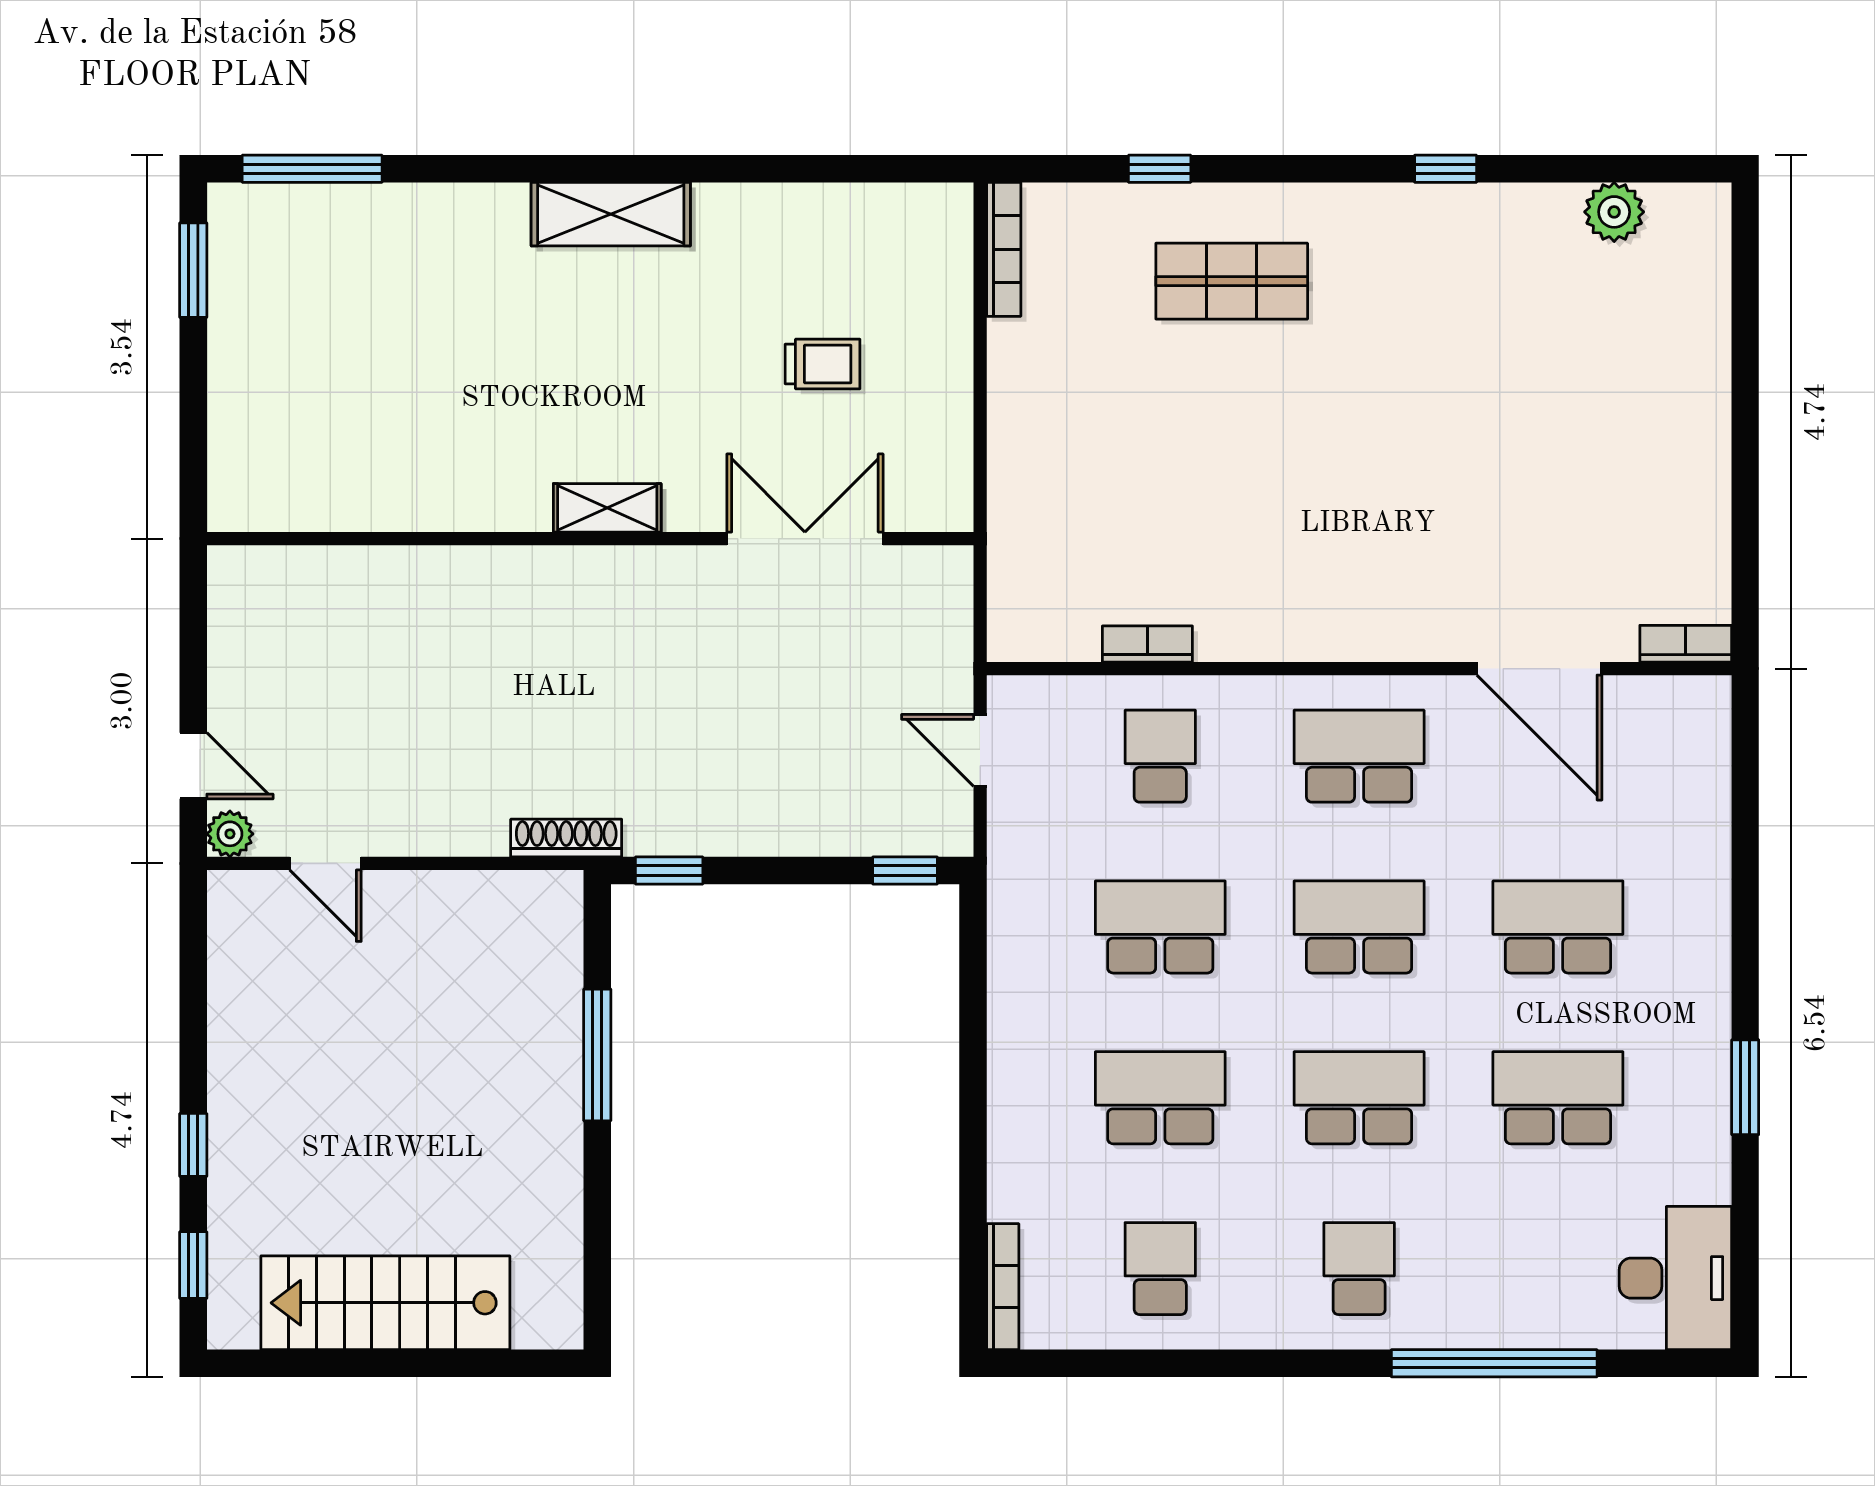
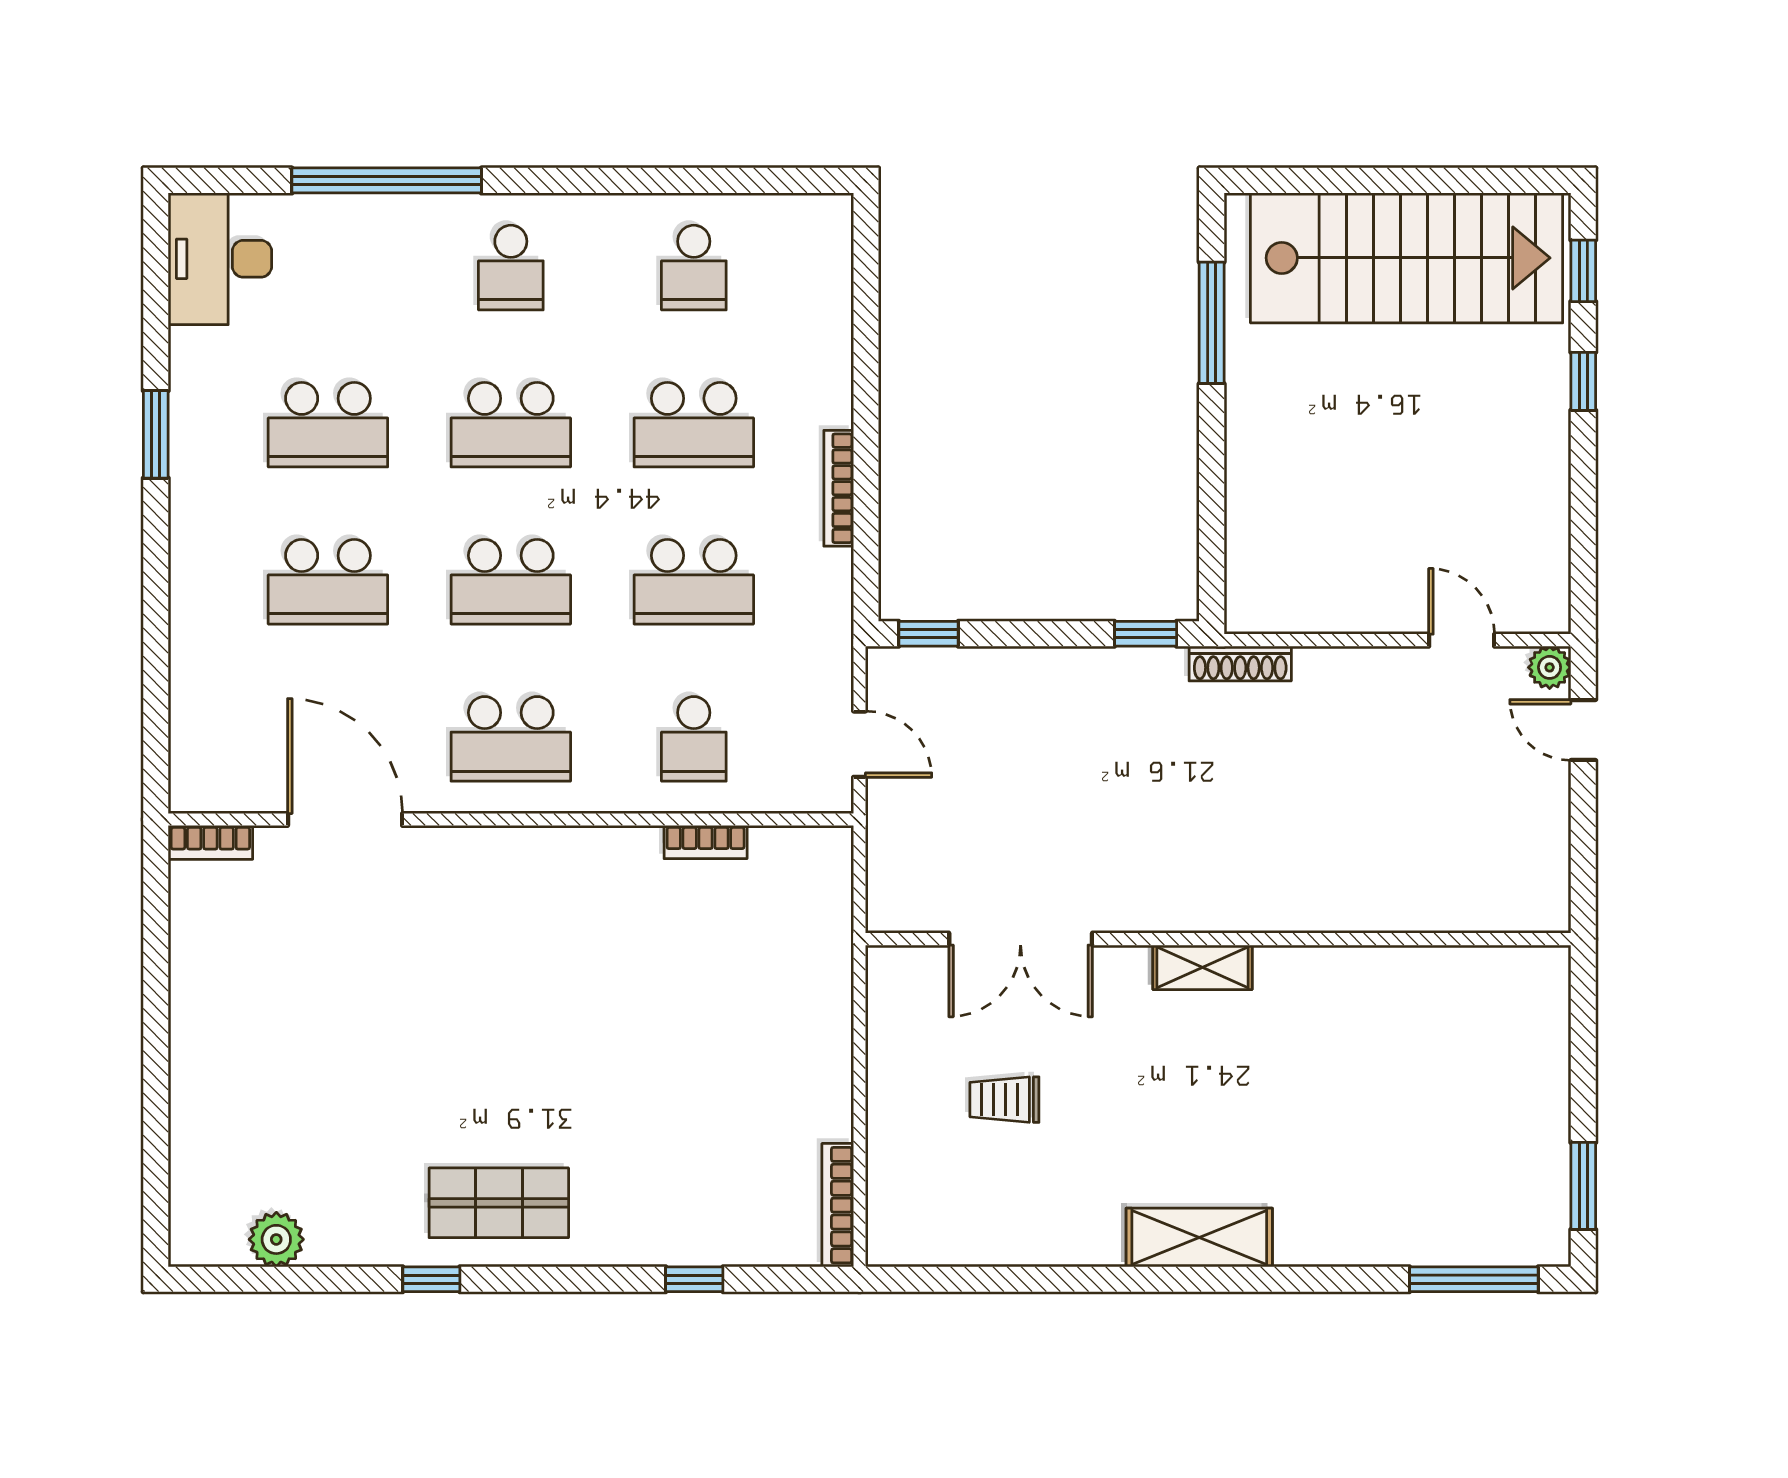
shop shelf: (1232, 281) -> (499, 1203), moved
window: (597, 1055) -> (1212, 323), moved
bookcase: (1003, 1287) -> (839, 488), moved
stairs: (385, 1303) -> (1407, 258), width x1.36, depth x1.51

